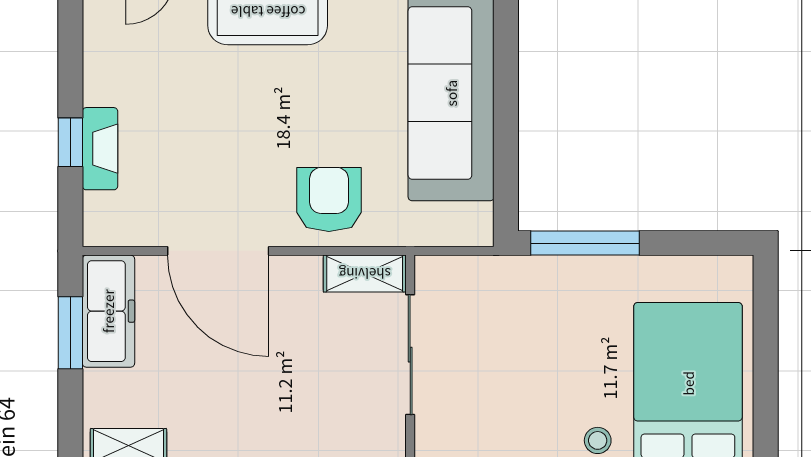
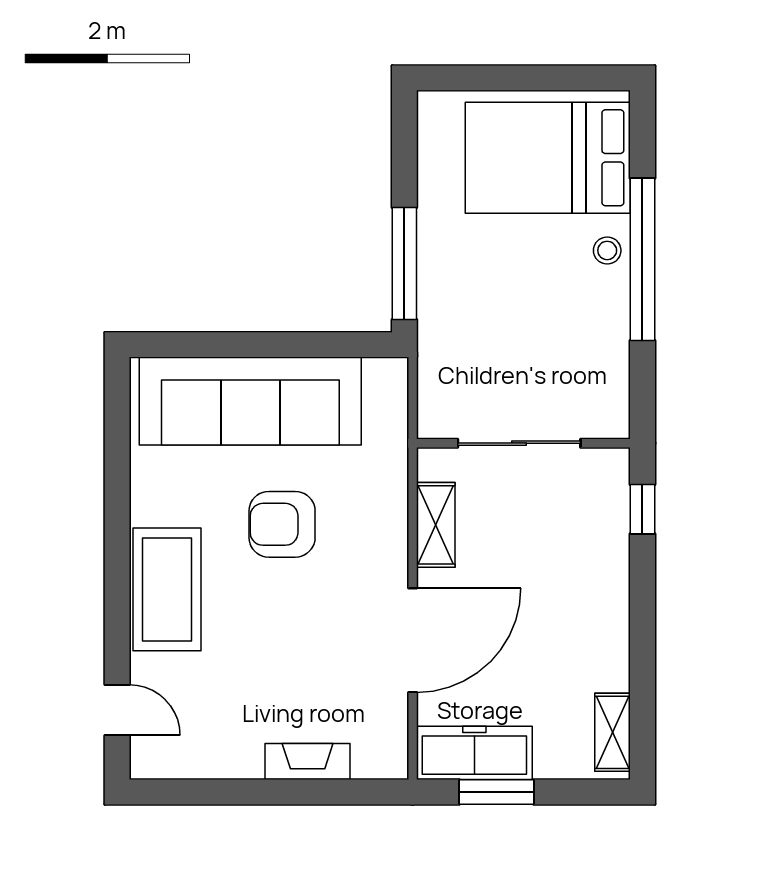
window: (70, 142) -> (301, 792), removed
armchair: (329, 199) -> (282, 524), moved
shelving: (365, 274) -> (436, 525), moved

